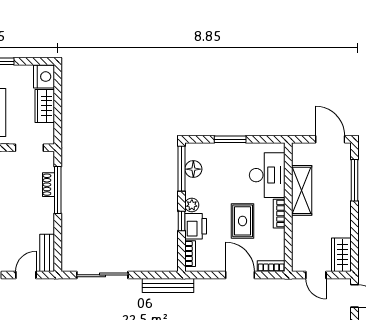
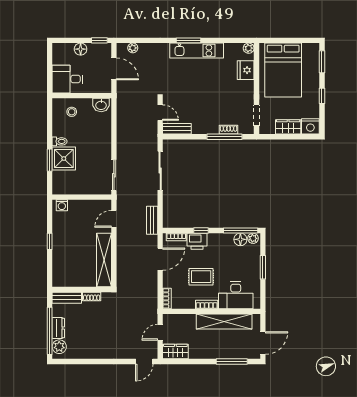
shelving: (302, 190) -> (224, 322), width x1.47
plant: (192, 205) -> (253, 238), moved
door: (240, 275) -> (160, 259), moved
bench: (168, 285) -> (152, 220), width x0.73

